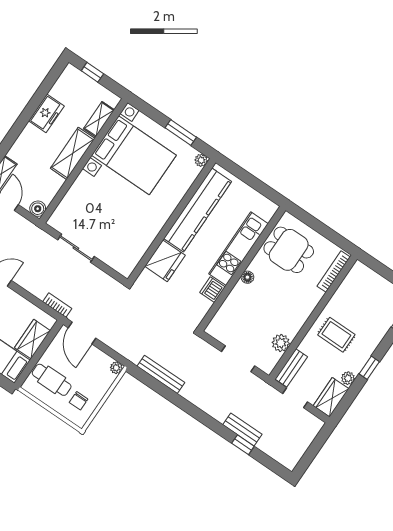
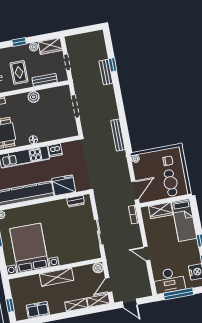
freezer: (46, 113) -> (38, 310), moved
shelving: (99, 119) -> (76, 305), moved
dresser: (135, 257) -> (76, 201), added
plant: (281, 343) -> (34, 97), moved
bench: (291, 368) -> (45, 80), moved

